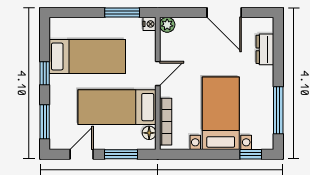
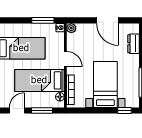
door: (158, 73) -> (65, 59), hinge flipped

